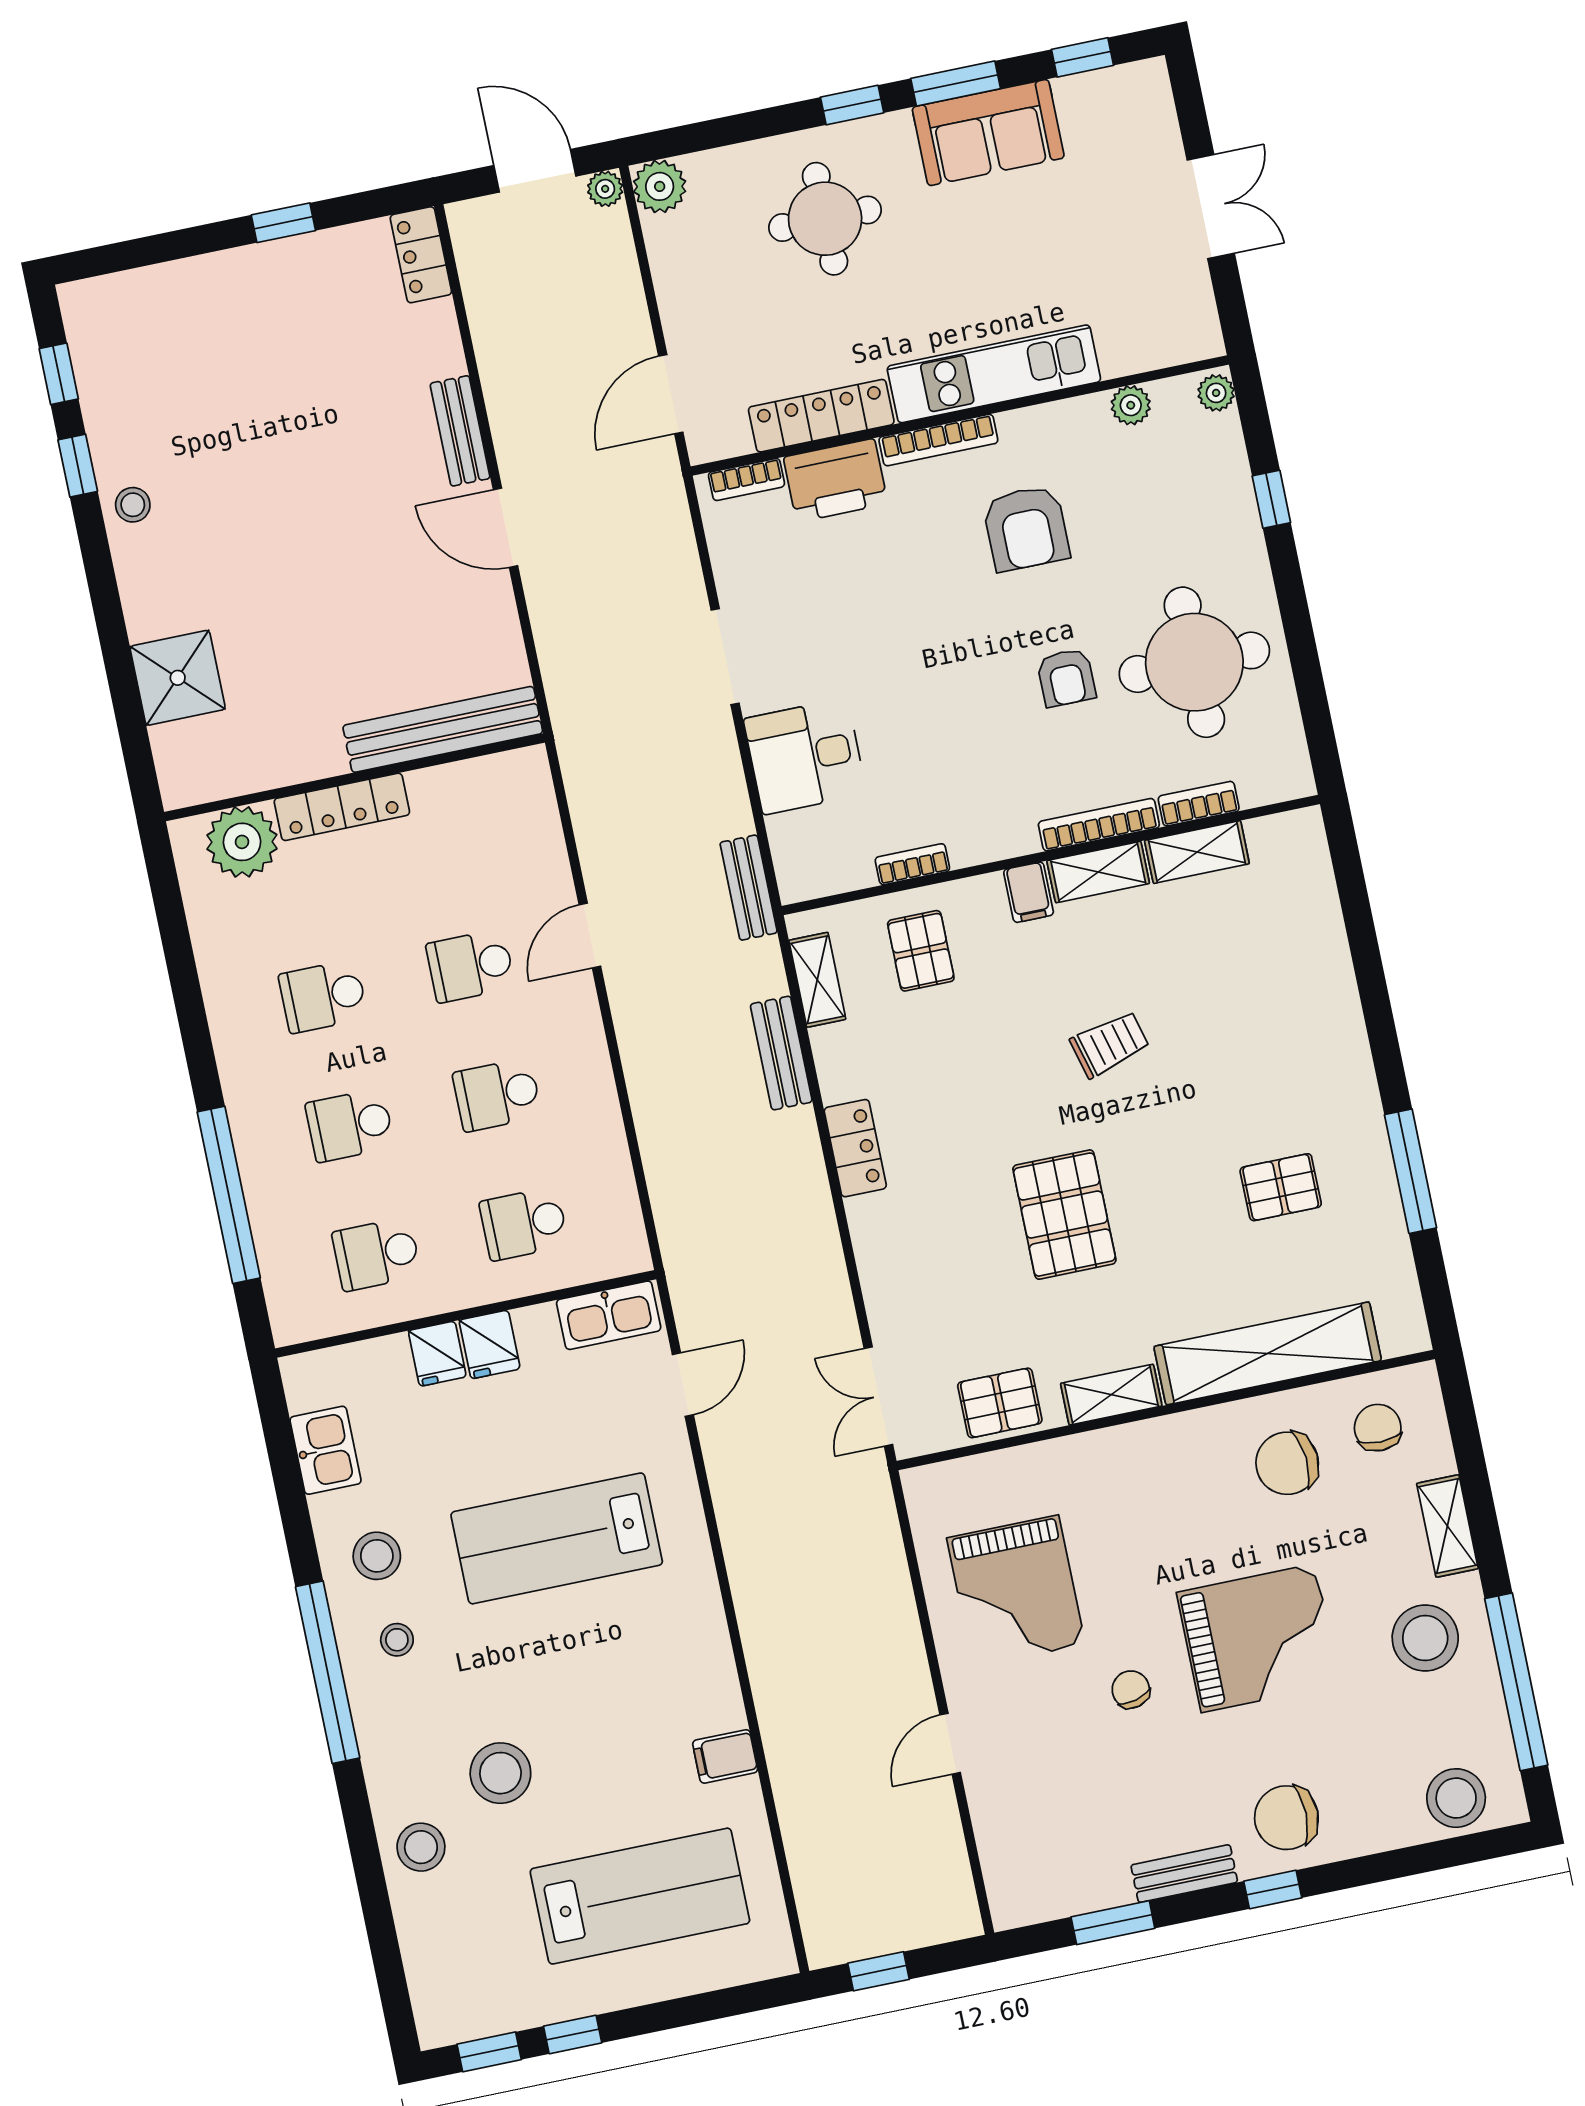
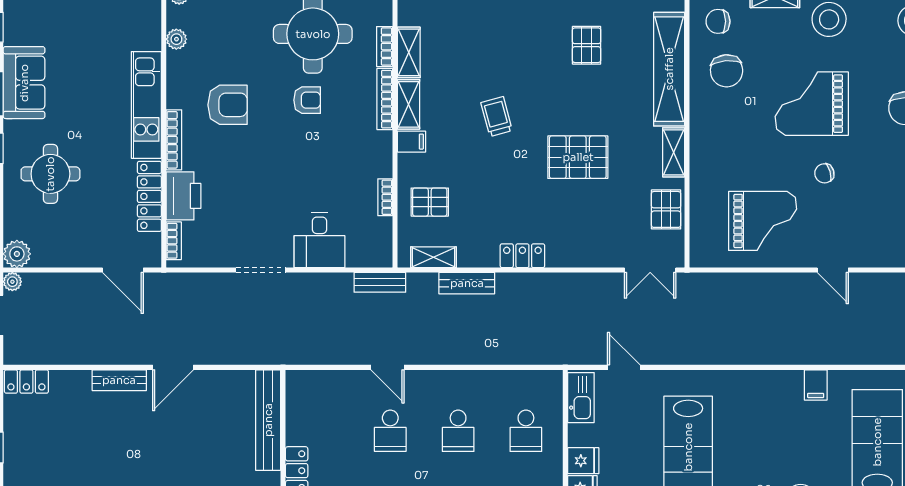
grand piano: (1258, 1638) -> (812, 104), turned -90

